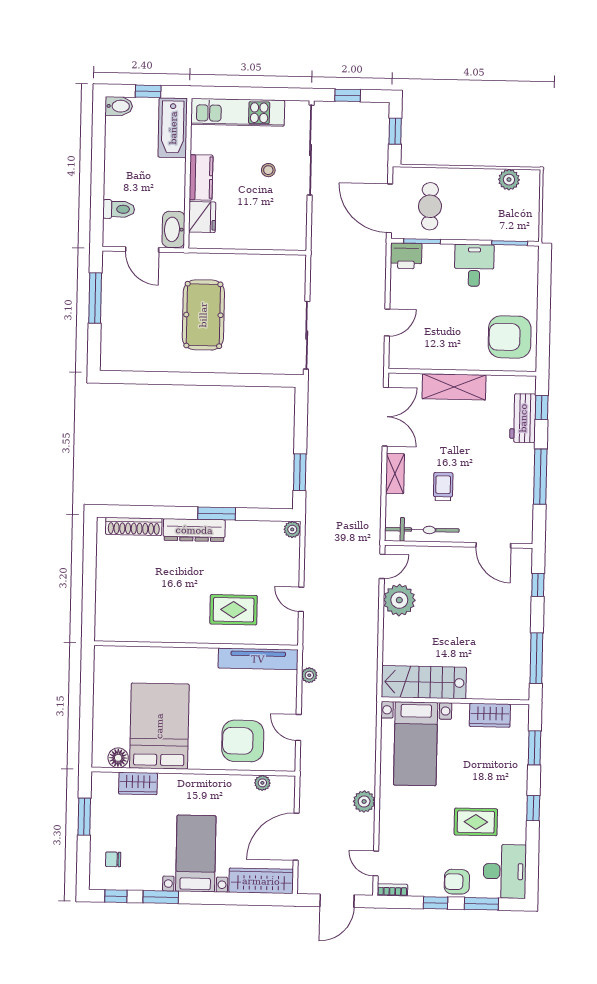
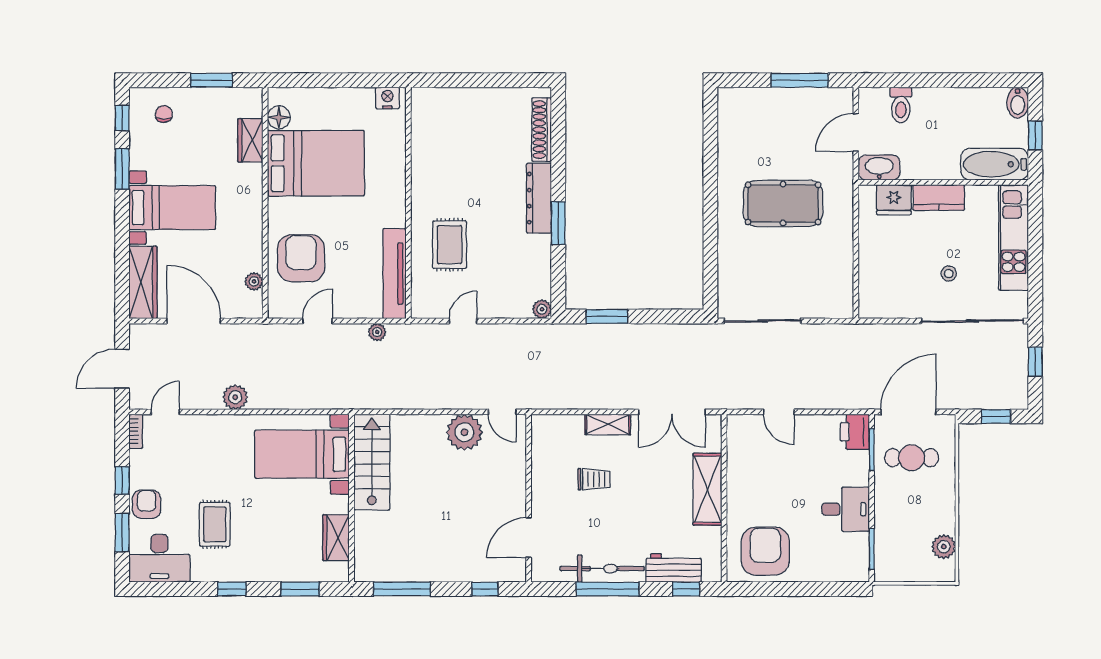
bicycle: (422, 530) -> (602, 569), moved, turned -90
nightstand: (103, 662) -> (387, 98), added
door: (337, 901) -> (122, 369), hinge flipped

